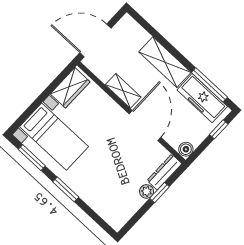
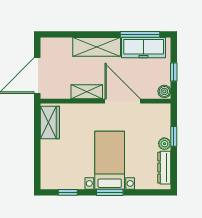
window: (219, 129) -> (174, 72), moved
bed with nightstands: (54, 137) -> (110, 160), moved, turned -90
window: (32, 158) -> (68, 192), width x0.67
dresser: (164, 172) -> (164, 168), moved

